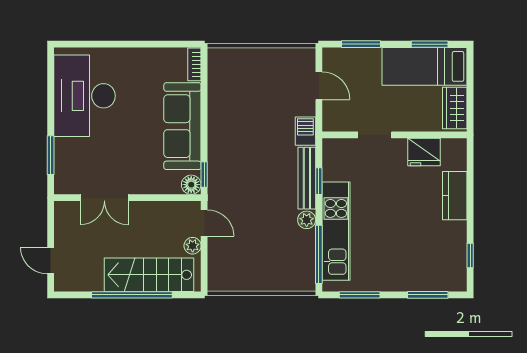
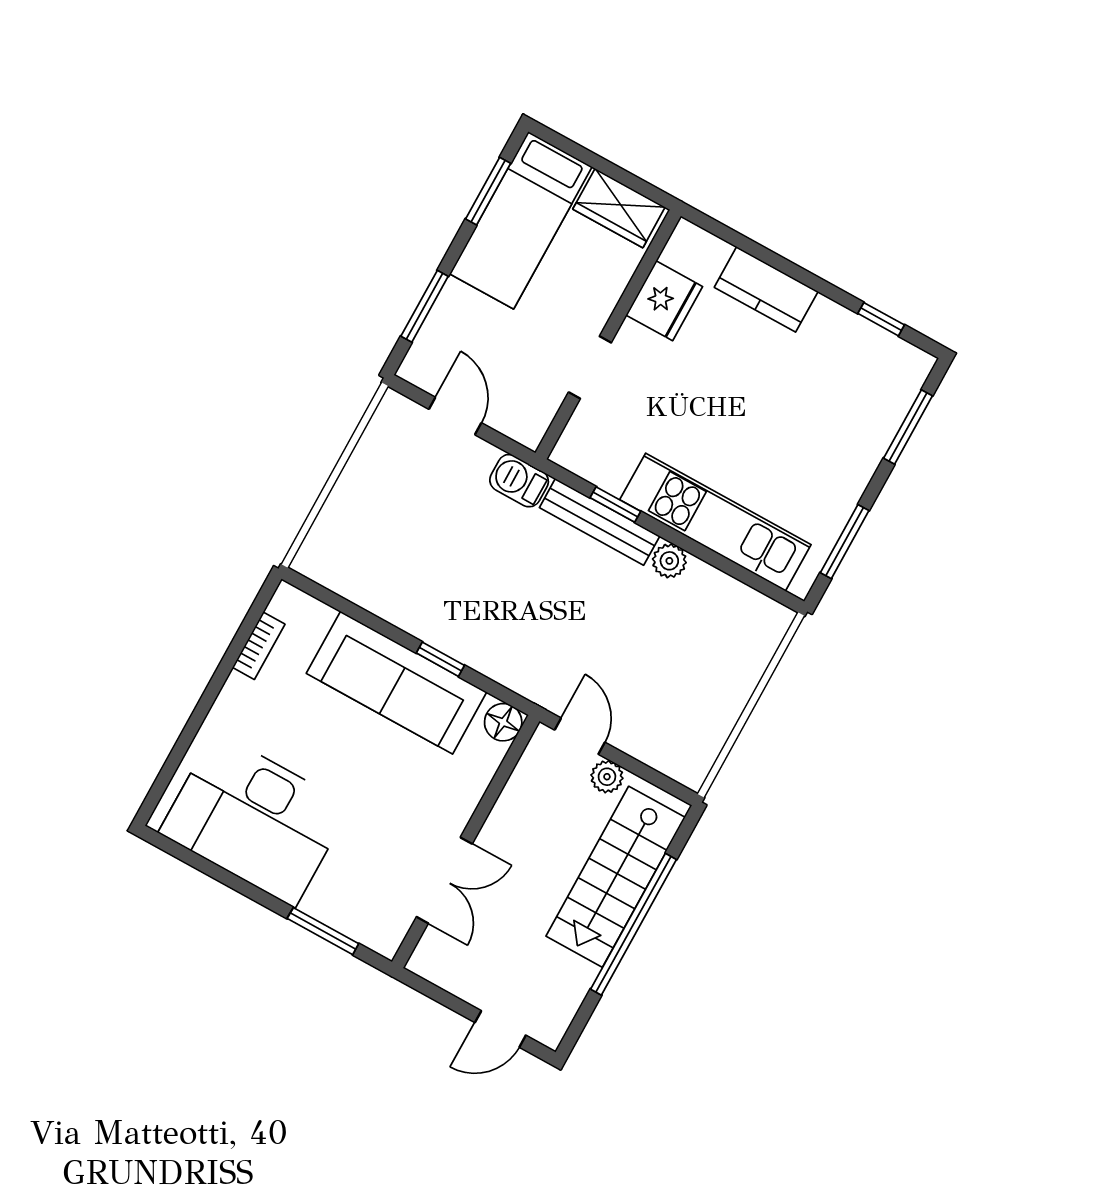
bookcase: (194, 64) -> (259, 646), moved, turned -90
door: (319, 86) -> (455, 416), hinge flipped
window: (204, 175) -> (440, 659), moved
door: (204, 223) -> (580, 736), hinge flipped
window: (319, 254) -> (739, 572), removed

